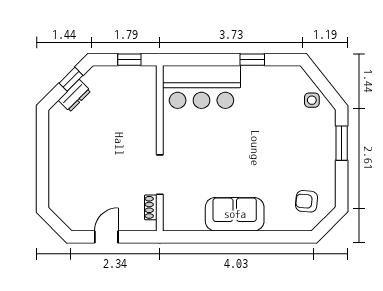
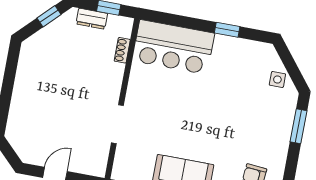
dresser: (74, 96) -> (92, 19), moved, turned 45
shoe rack: (151, 207) -> (122, 50), moved

